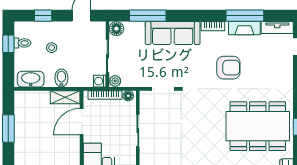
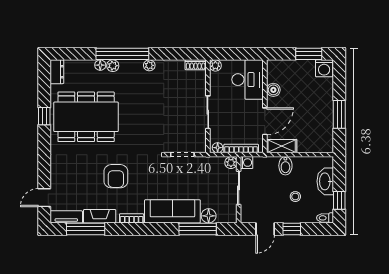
window: (43, 16) -> (292, 229), moved
window: (245, 16) -> (86, 229), moved
floor lamp: (116, 29) -> (209, 216), moved
toilet: (22, 43) -> (325, 218), moved
armchair: (228, 68) -> (116, 176), turned -90
washbasin: (31, 79) -> (325, 181), moved, turned 90
boiler: (73, 153) -> (273, 90), added

